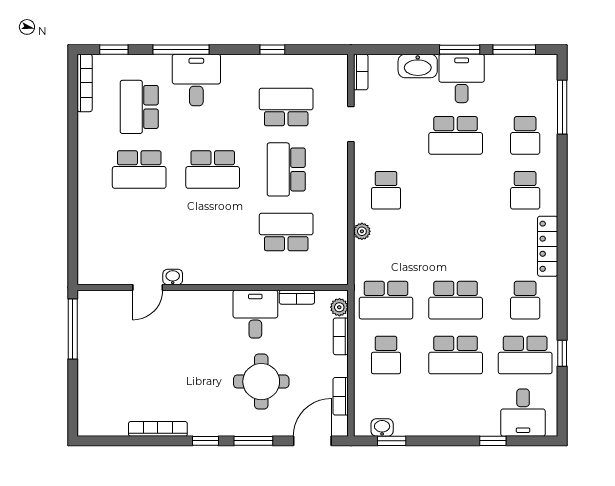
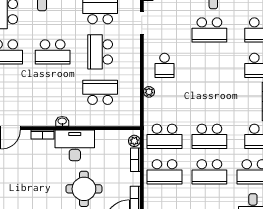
washbasin: (173, 277) -> (62, 121), moved
bookcase: (297, 297) -> (43, 134), moved
desk: (255, 314) -> (75, 145), width x1.37
school desk: (386, 355) -> (165, 172), width x1.85

